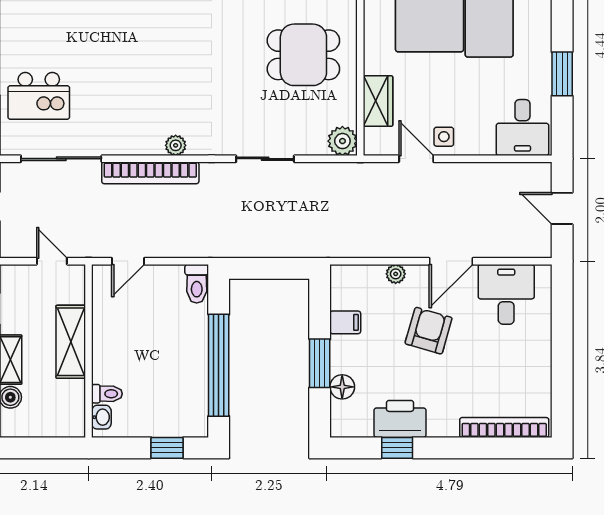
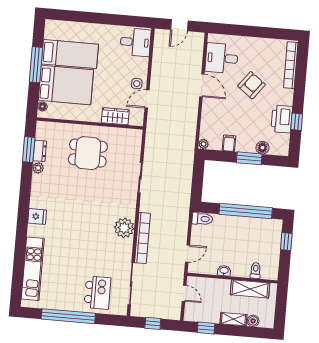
dining table: (303, 55) -> (88, 153), turned 90
window: (562, 74) -> (109, 19), removed
plant: (342, 141) -> (134, 137), removed
plant: (176, 145) -> (124, 228), width x1.87, depth x1.87
door: (52, 261) -> (184, 293), swing flipped
door: (128, 261) -> (187, 254), hinge flipped
plant: (396, 274) -> (204, 144), moved
armchair: (429, 331) -> (252, 85), moved, turned 111
shelving: (71, 342) -> (250, 289), moved
washbasin: (101, 417) -> (224, 271), moved

